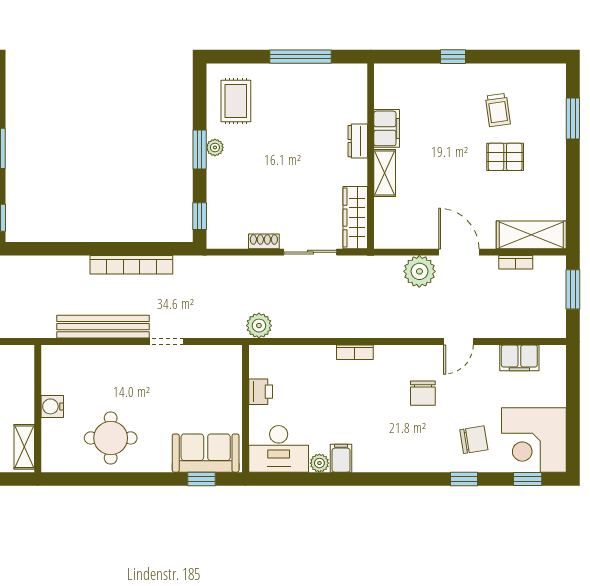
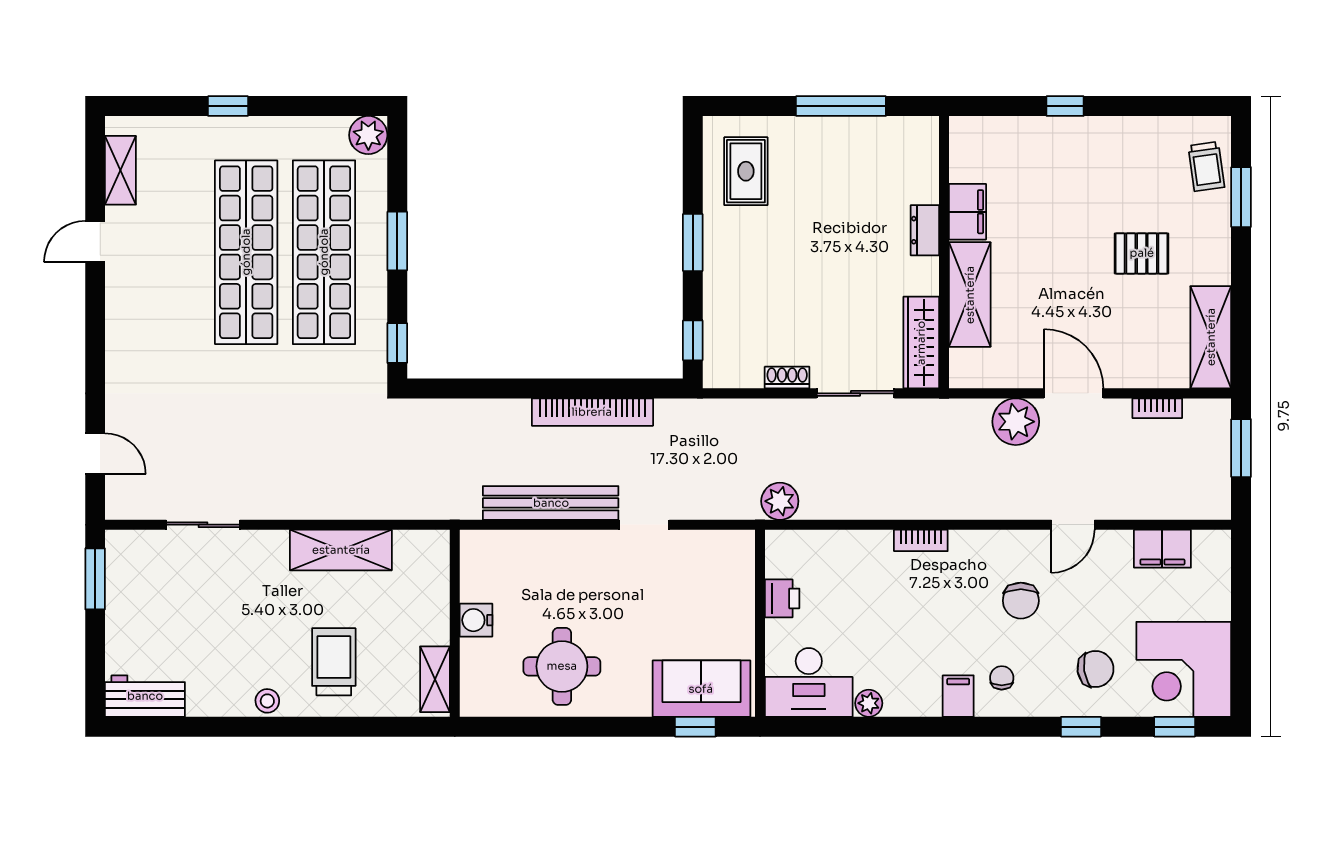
trolley: (498, 110) -> (1206, 166), moved
plant: (215, 147) -> (715, 240), removed
shelving: (385, 173) -> (970, 295), width x1.50, depth x1.33
shelving: (531, 235) -> (1211, 337), moved, turned 90
chair: (410, 446) -> (1002, 678), added
filing cabinet: (341, 458) -> (958, 696), moved

